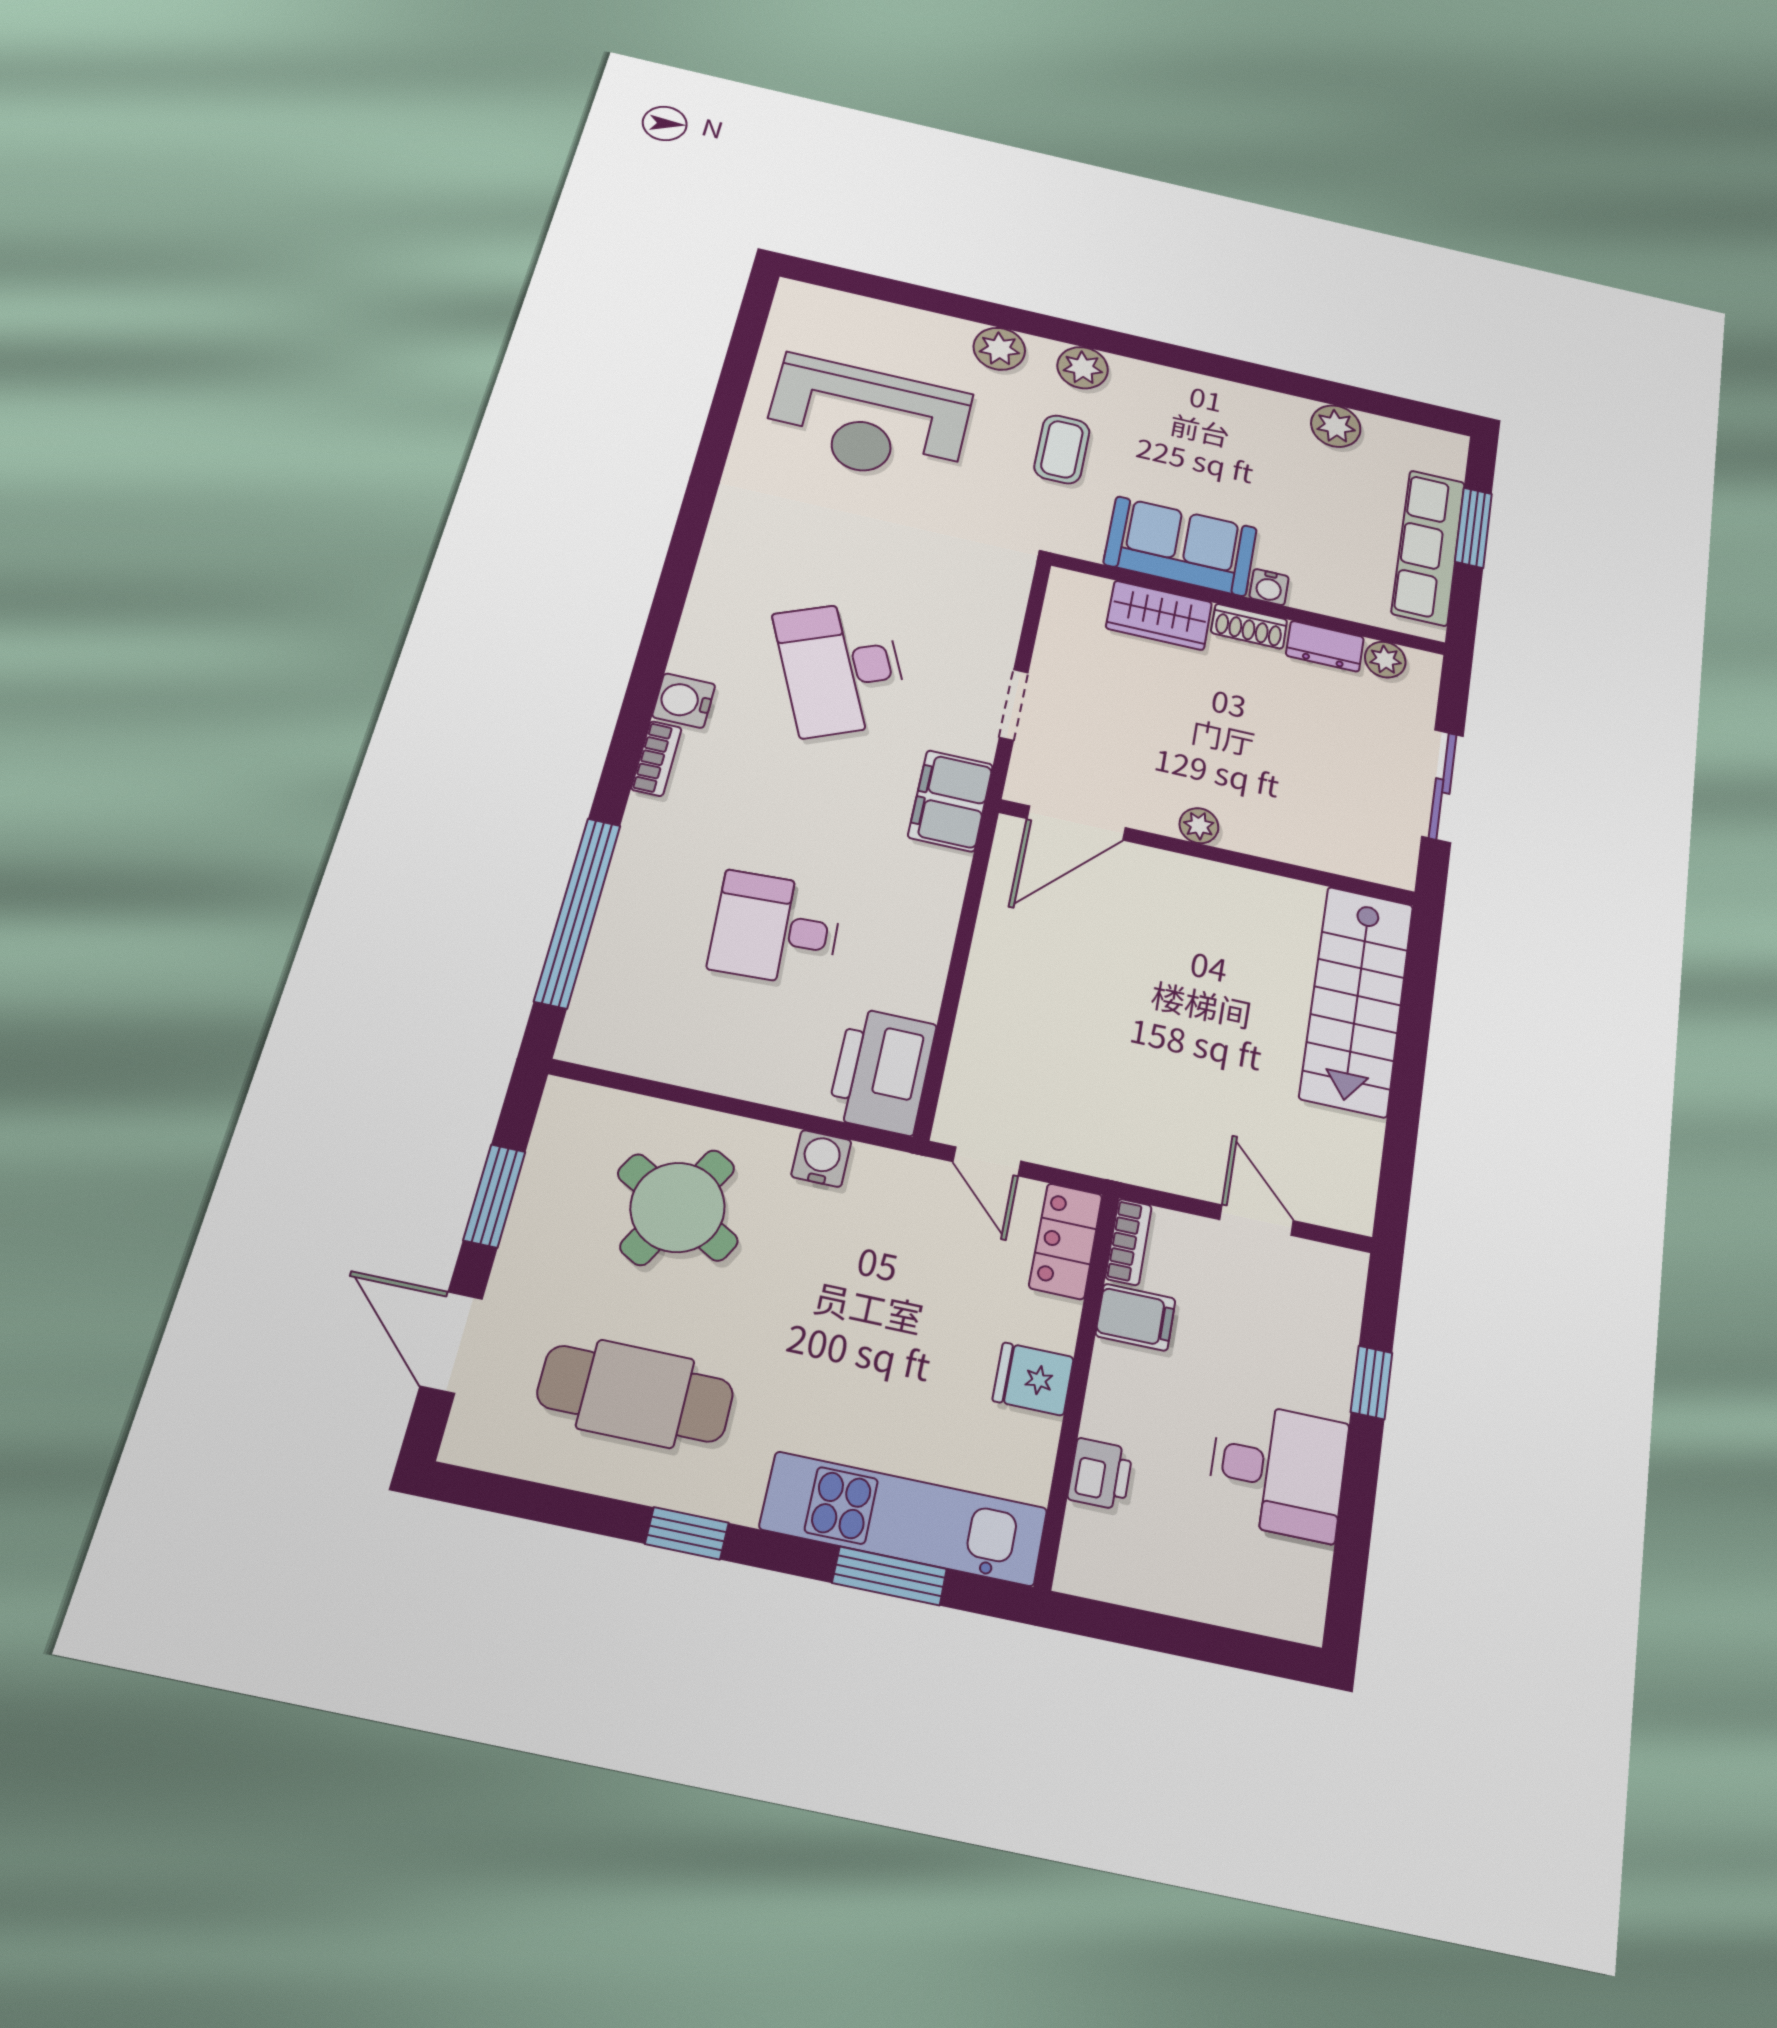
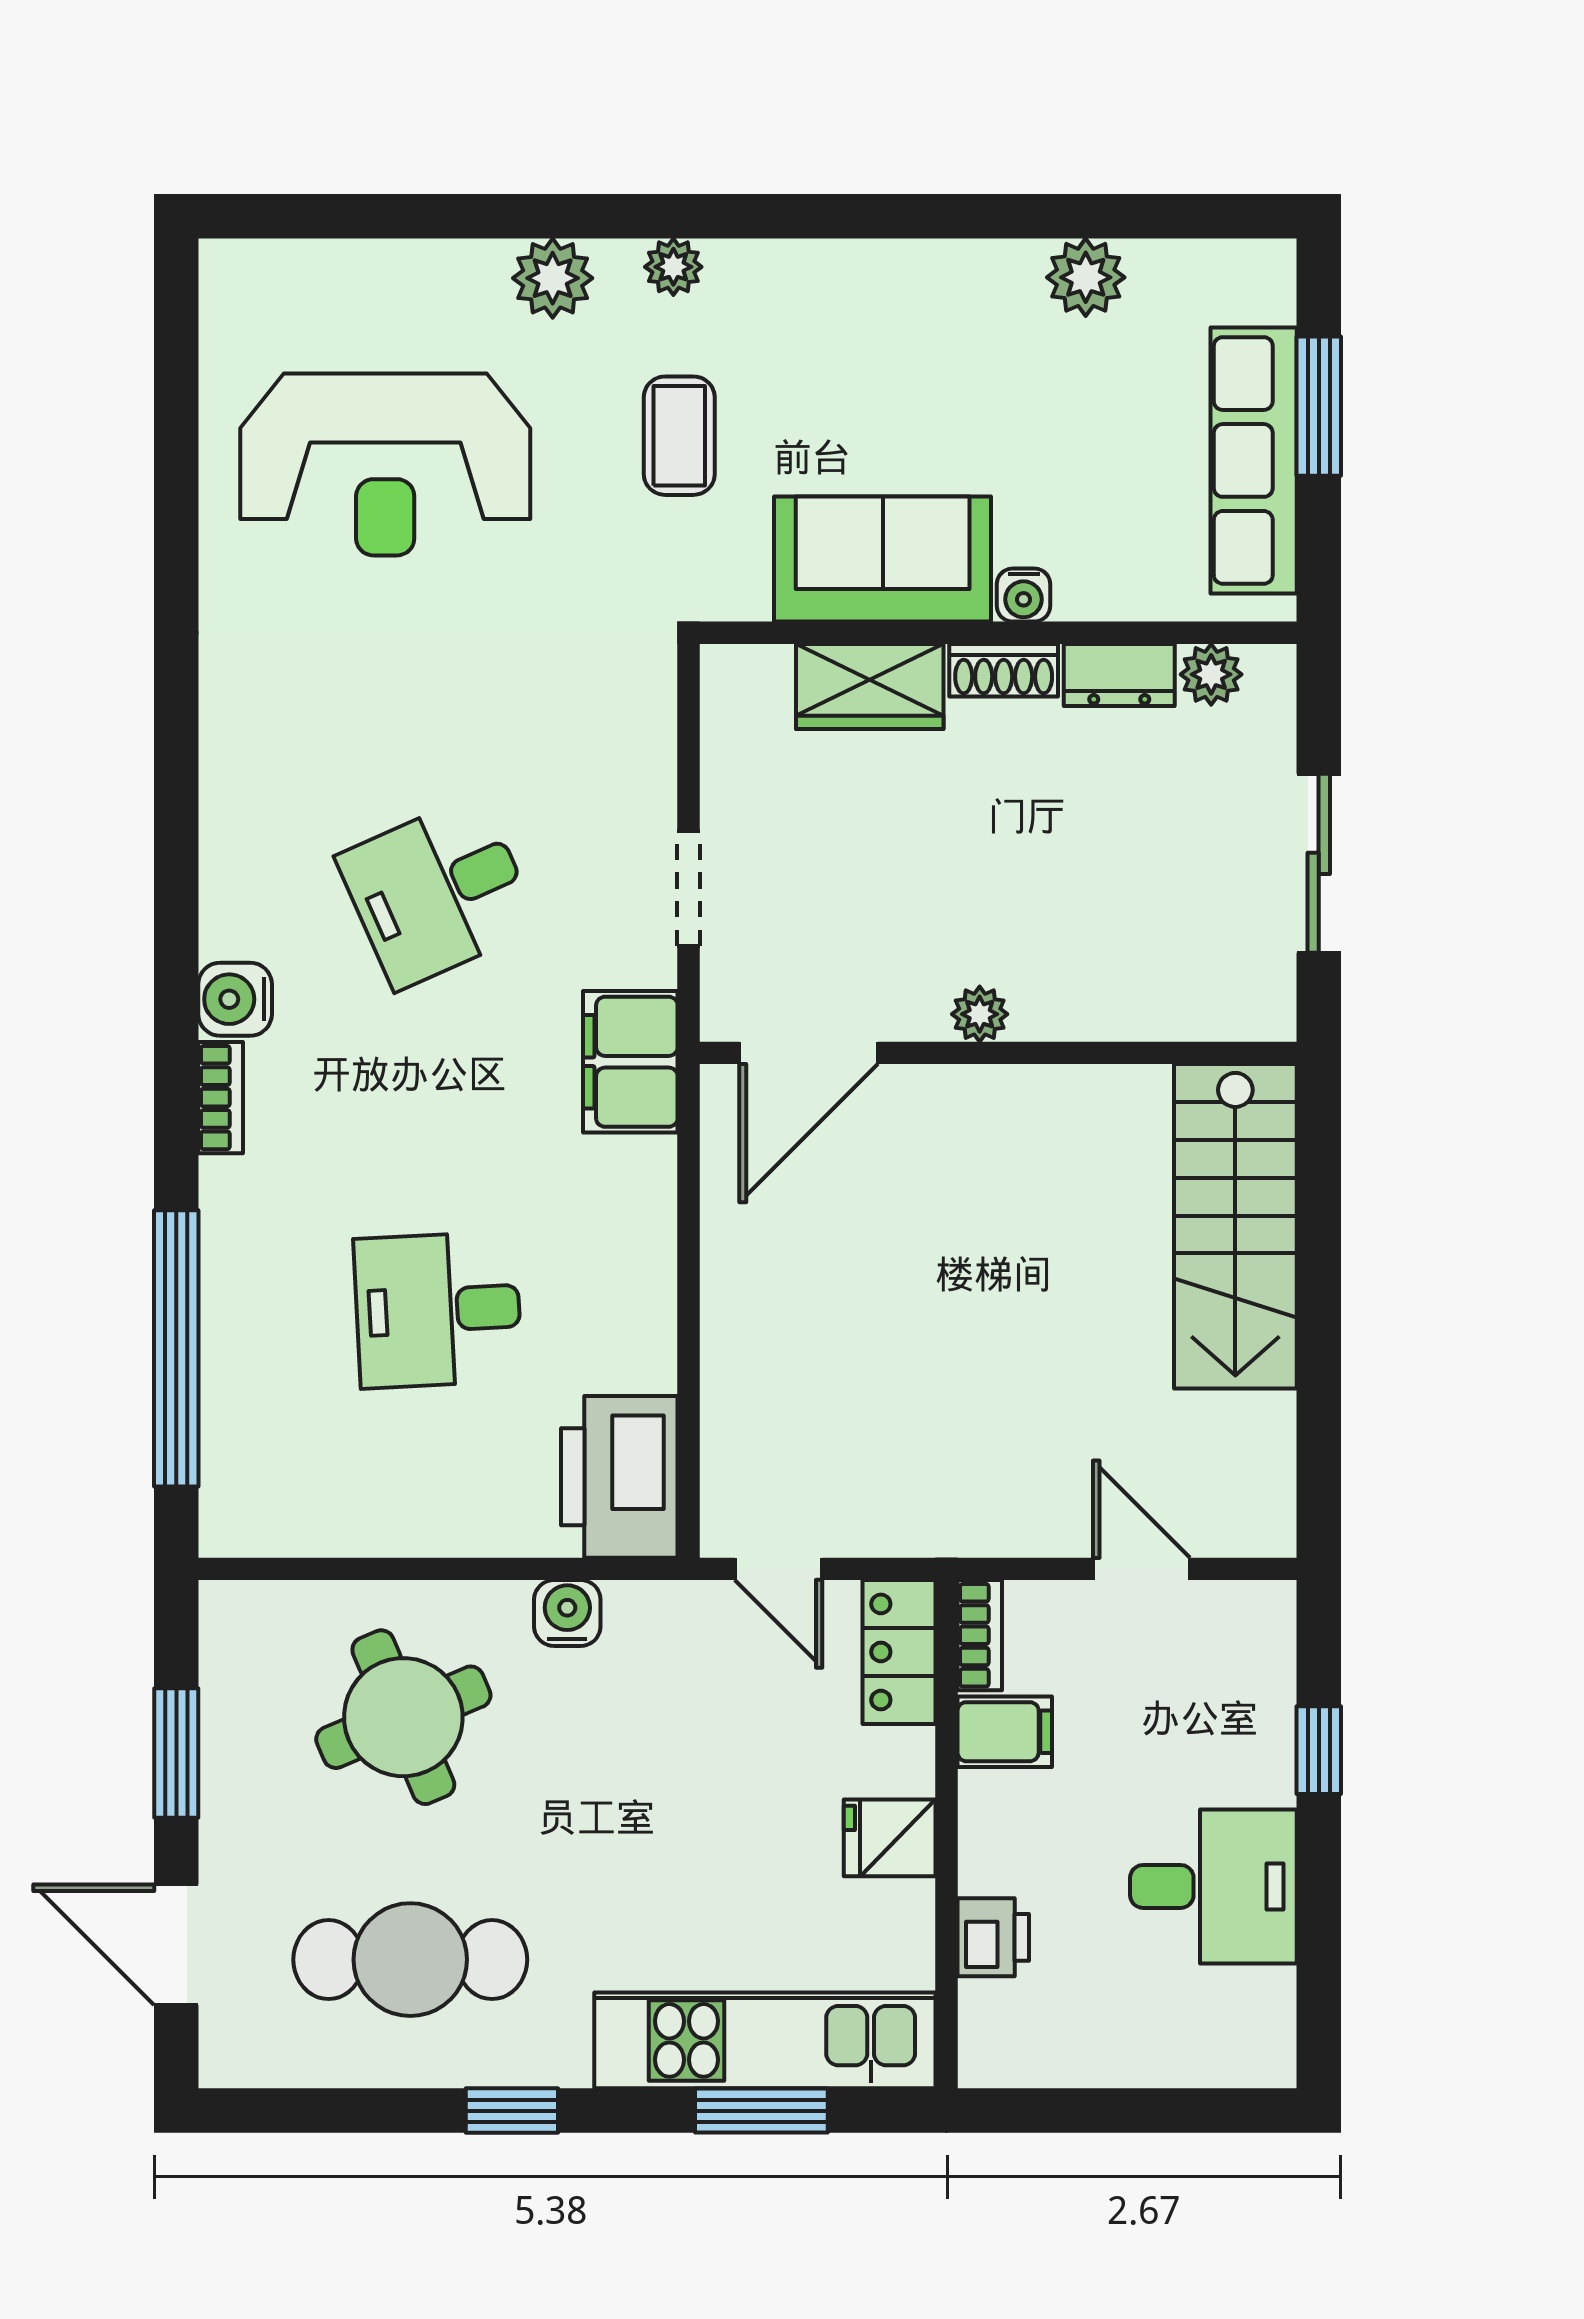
plant: (1083, 368) -> (673, 267), width x0.73, depth x0.73
desk: (842, 668) -> (438, 892), width x0.73
round table: (678, 1207) -> (403, 1717), turned 38

